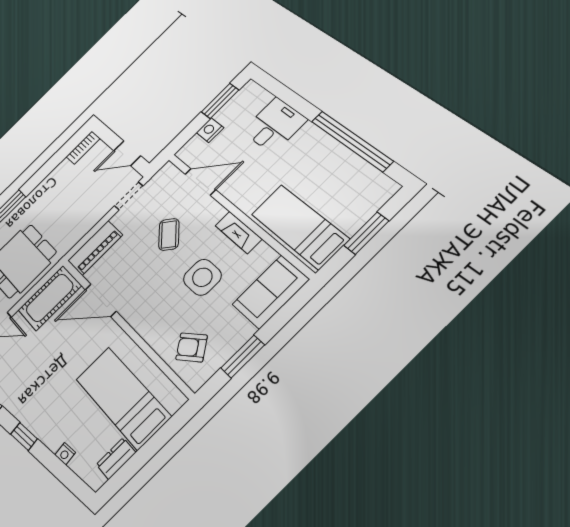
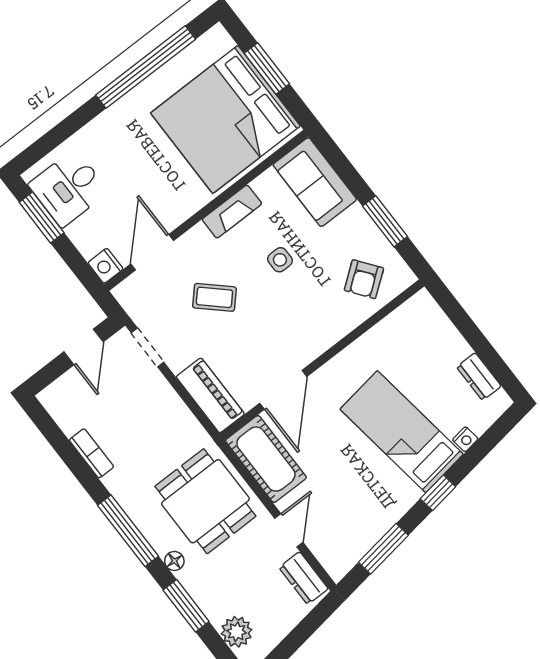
desk: (274, 125) -> (68, 188), moved, turned -90
nightstand: (210, 130) -> (105, 266), moved
bookcase: (83, 148) -> (91, 453), moved
bed: (299, 226) -> (225, 119), width x2.04
side table: (202, 277) -> (280, 260), width x0.54, depth x0.54
bed: (123, 398) -> (402, 432), moved, turned 82

